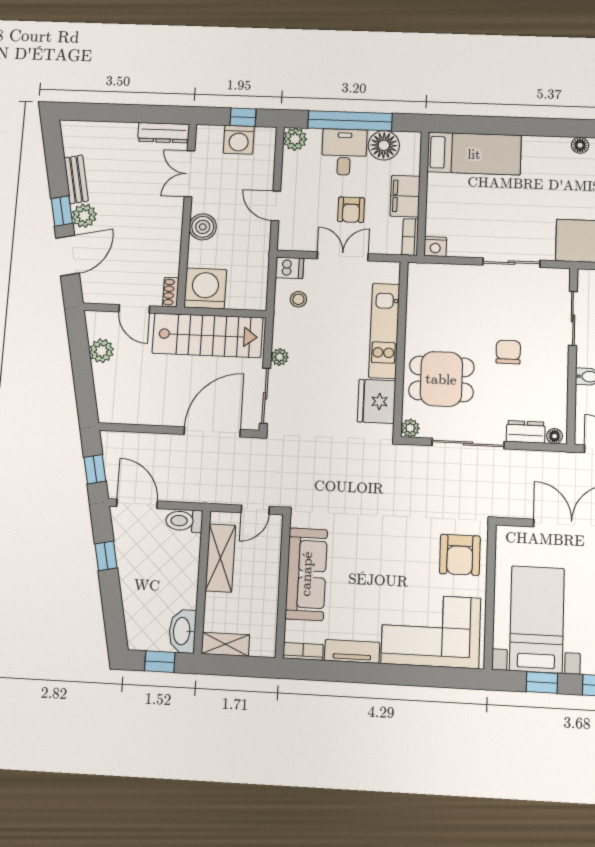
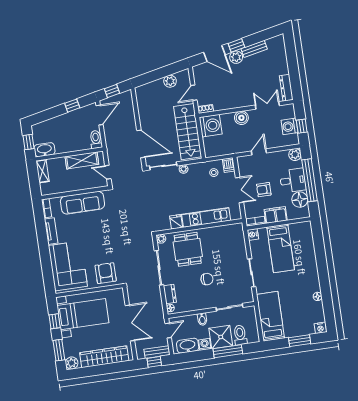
bed: (474, 154) -> (281, 248), moved
fridge: (377, 401) -> (176, 222), width x0.53, depth x0.75
armchair: (460, 555) -> (106, 273), turned 90

